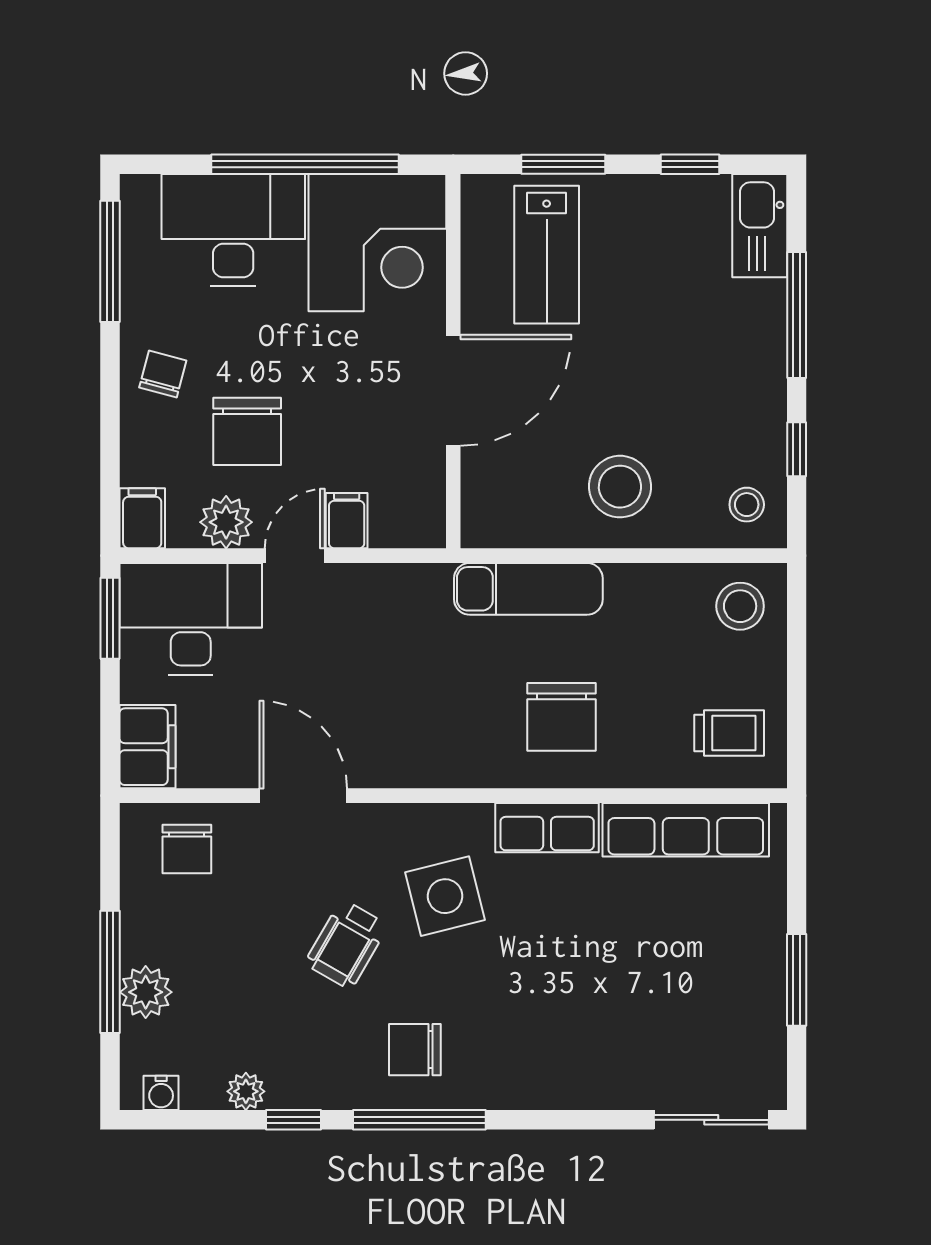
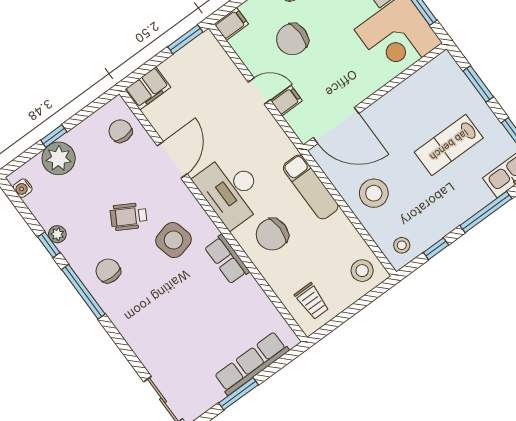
lab bench: (547, 255) -> (449, 145), moved
door: (453, 390) -> (336, 125), moved
plant: (226, 522) -> (253, 56), removed
desk: (191, 619) -> (231, 190), moved, turned 180
row of seats: (686, 830) -> (252, 363), moved, turned 90
chair: (187, 849) -> (120, 131), turned 90
window: (110, 972) -> (54, 136), width x0.46
plant: (146, 992) -> (59, 158), width x1.36, depth x1.36
plant: (246, 1091) -> (57, 234), moved

